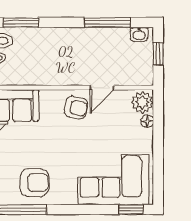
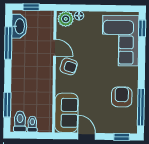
washbasin: (139, 34) -> (19, 26), width x1.91, depth x1.45
armchair: (76, 108) -> (69, 66), turned 94

